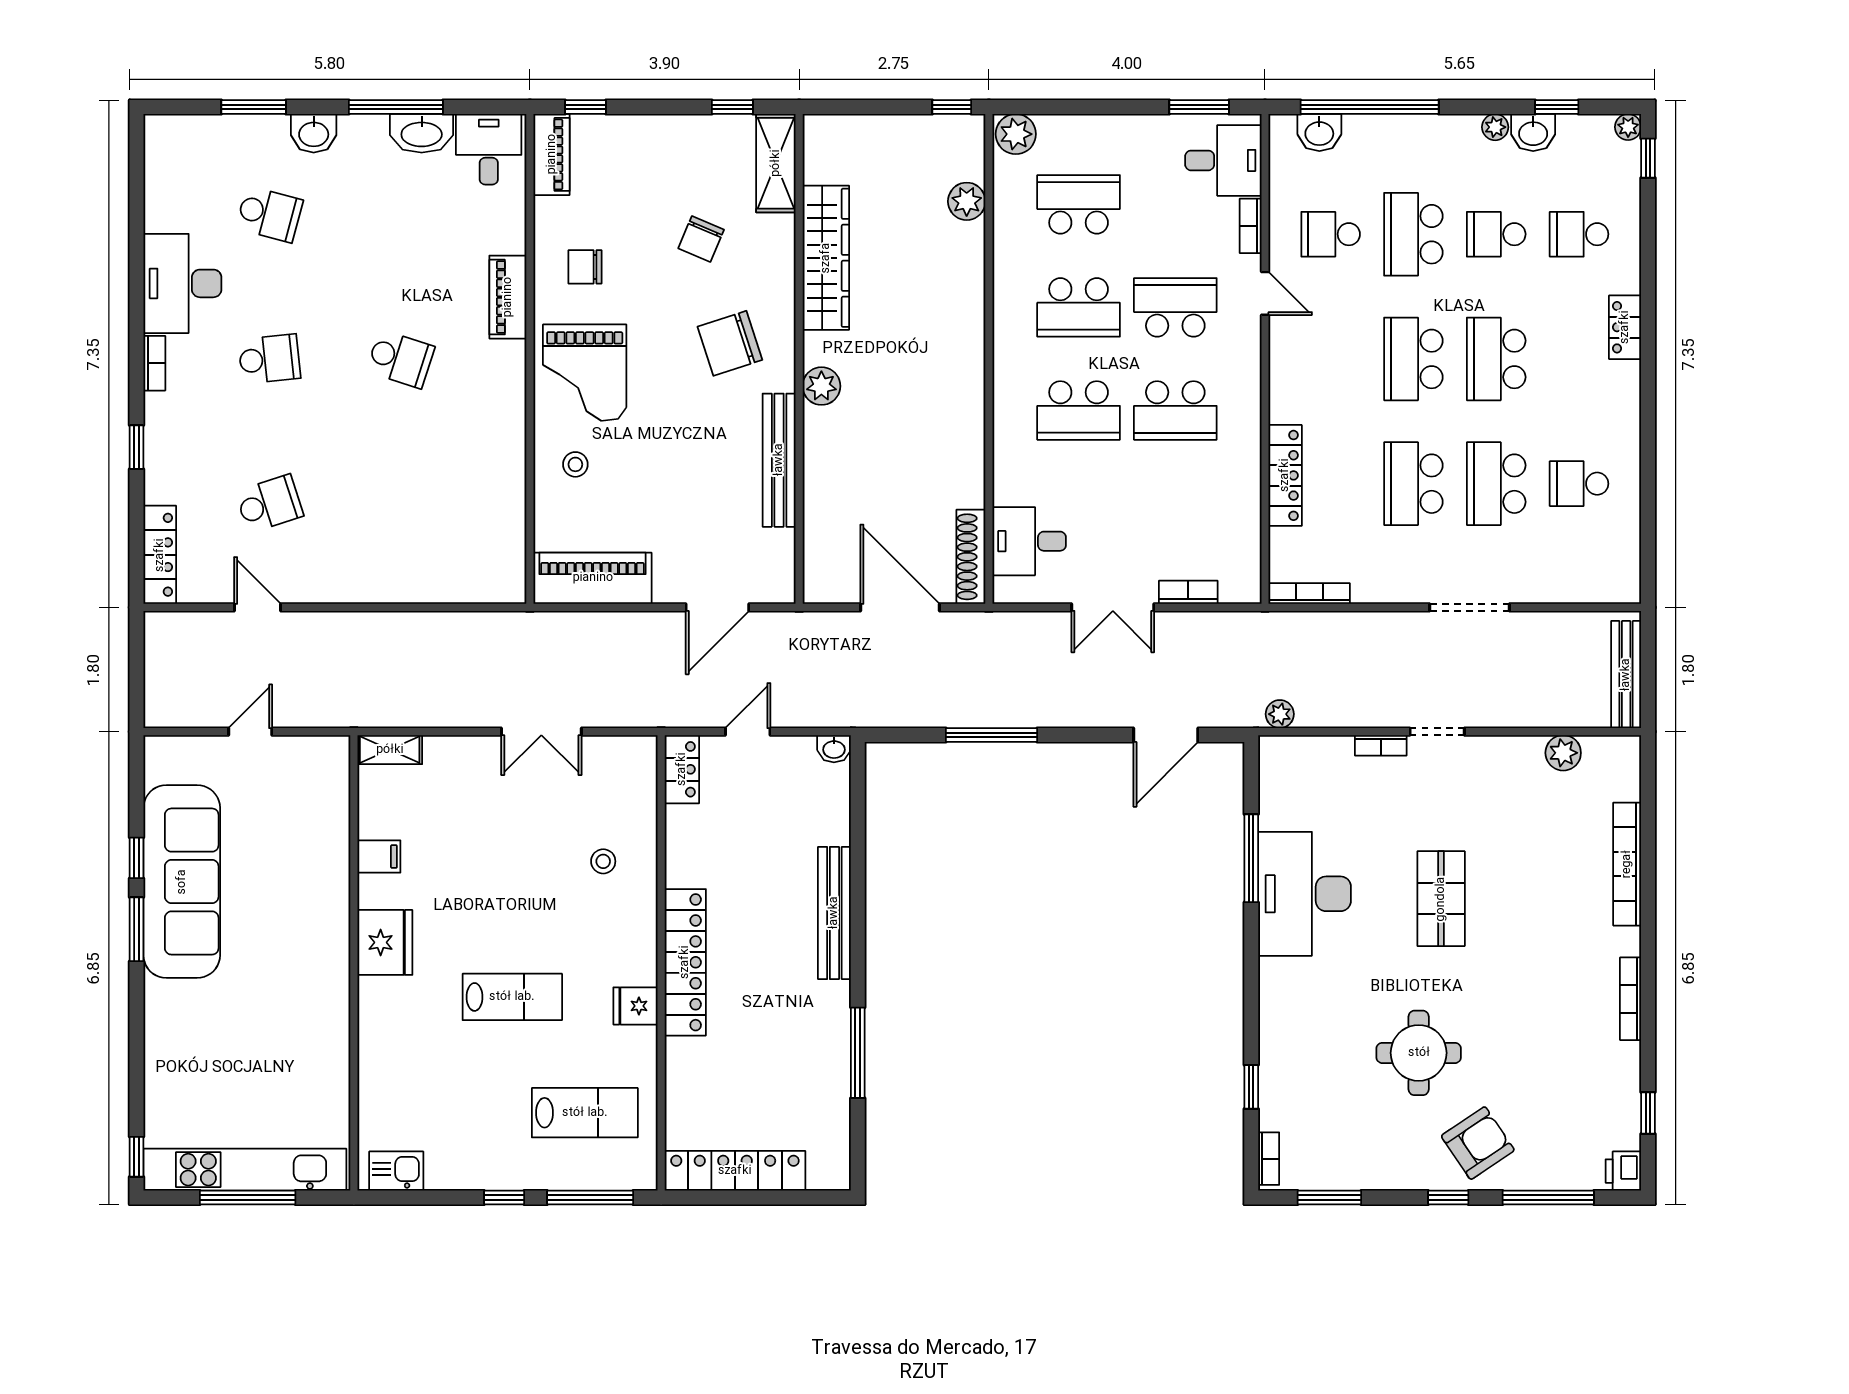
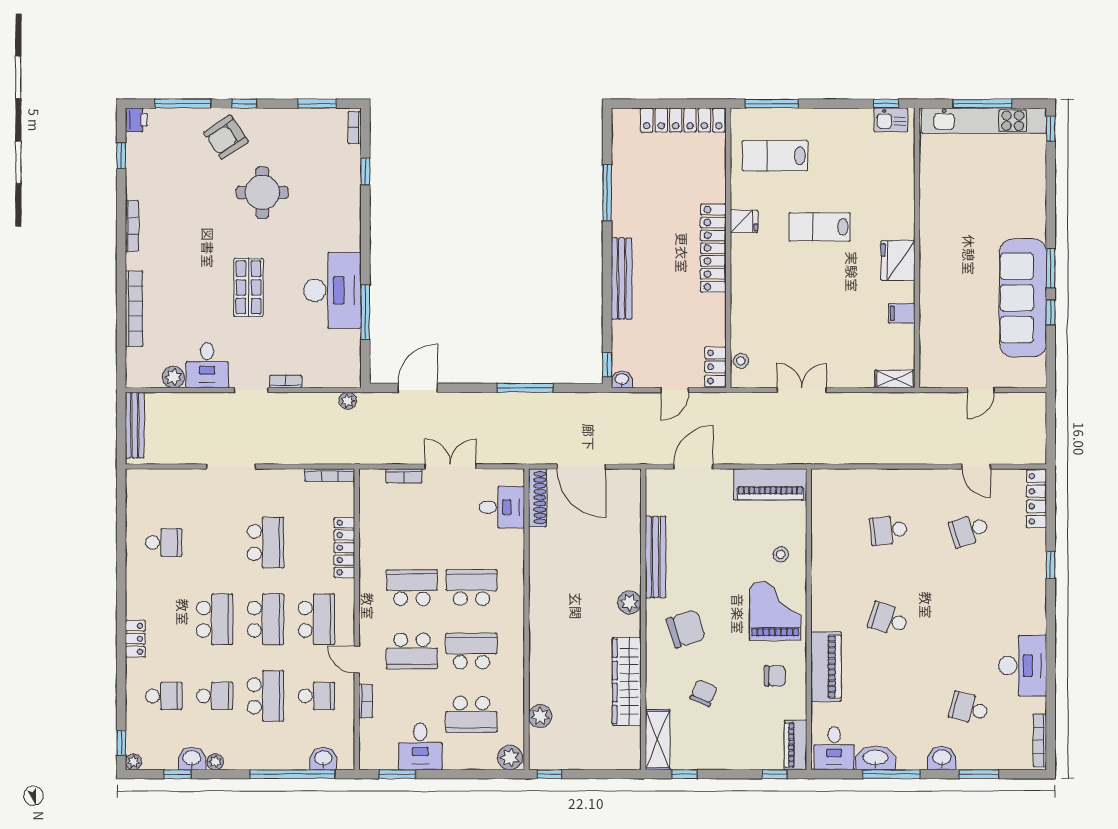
desk: (1223, 160) -> (420, 746), moved, turned -90
piano: (508, 297) -> (826, 667), width x1.37, depth x1.33
school desk: (269, 359) -> (888, 530), moved
bookcase: (154, 363) -> (1040, 740), moved, width x1.56
school desk: (1496, 484) -> (316, 619), moved
desk: (1508, 772) -> (207, 365), added
window: (858, 773) -> (607, 365), added
stool: (603, 861) -> (741, 361), moved
window: (504, 1198) -> (886, 104), moved

